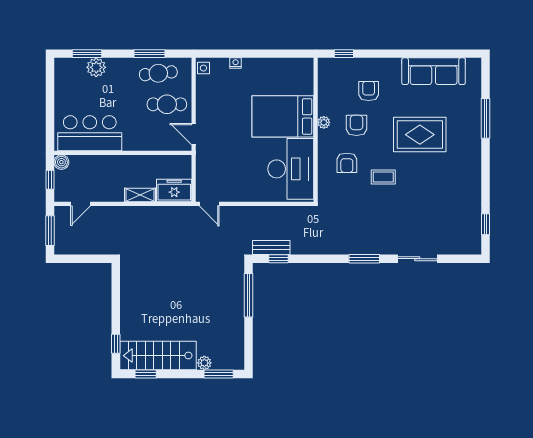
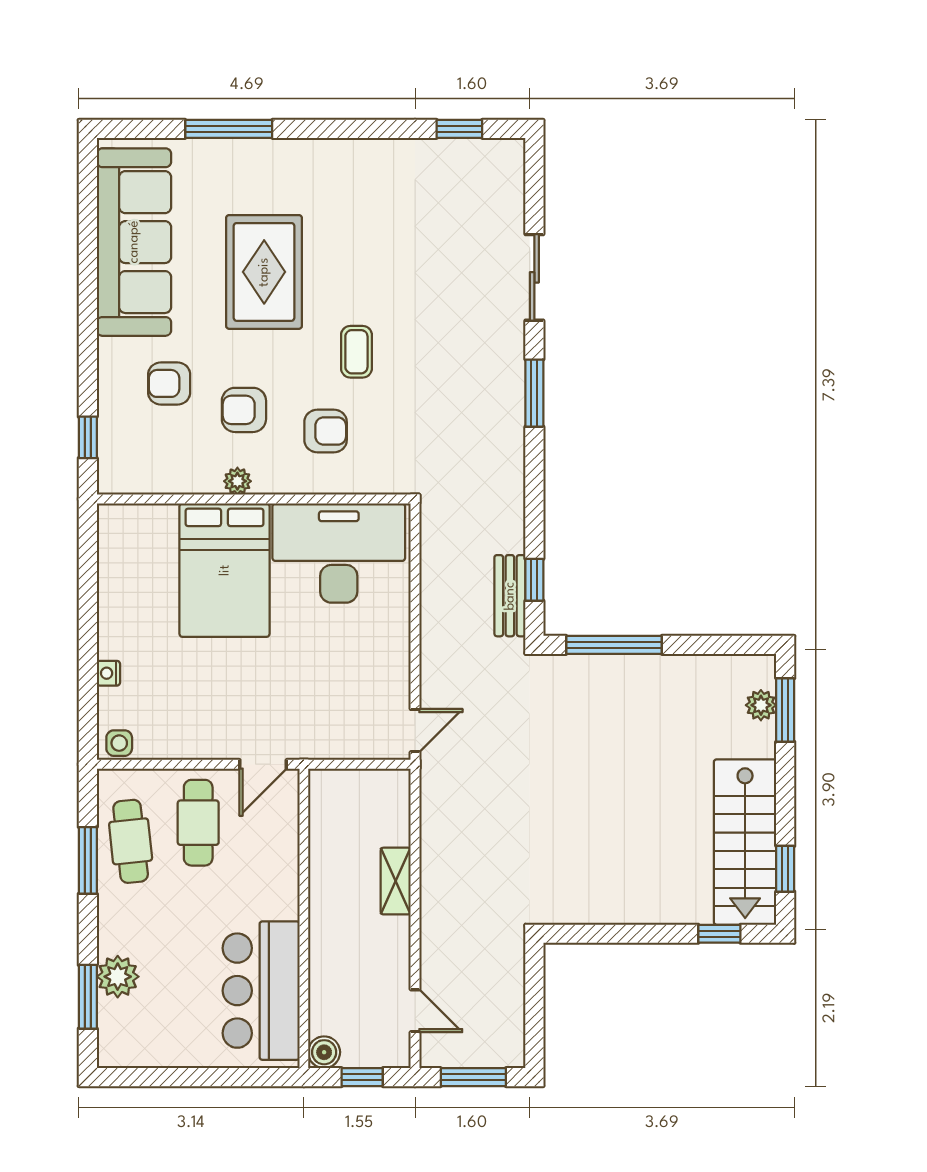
sofa: (434, 71) -> (134, 242), width x1.36, depth x1.27
freezer: (174, 191) -> (386, 807), removed
plant: (204, 363) -> (761, 705), moved

